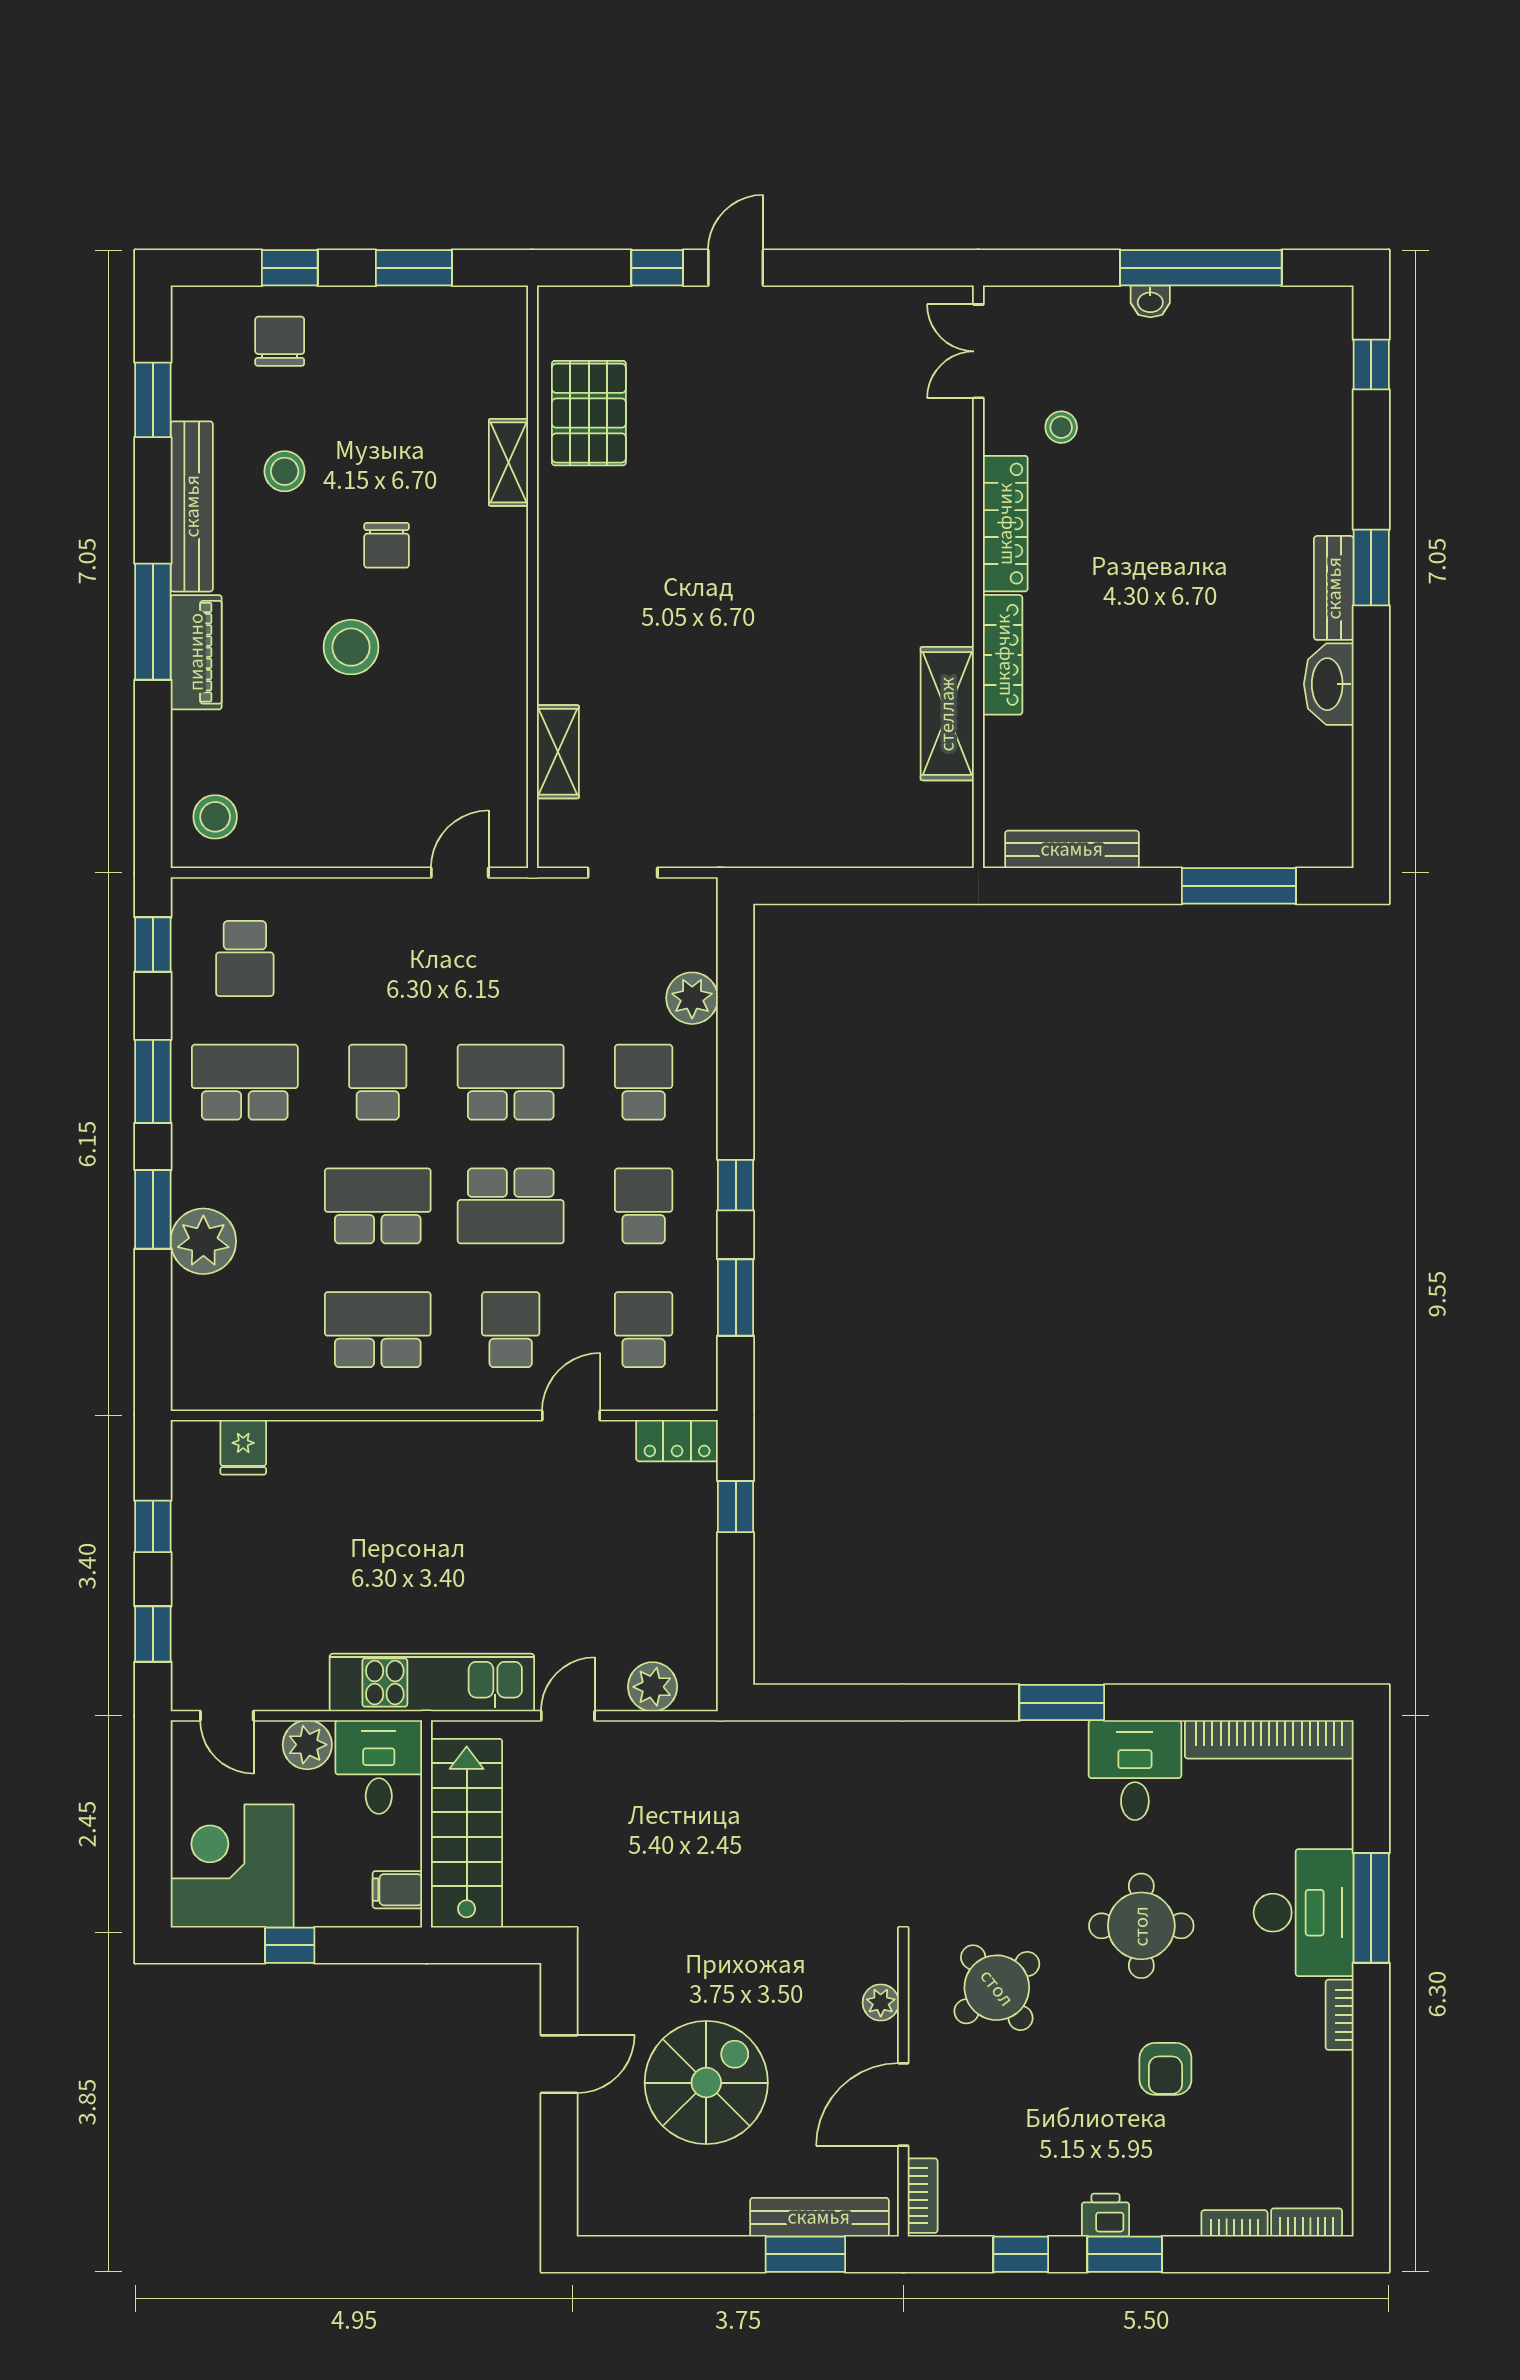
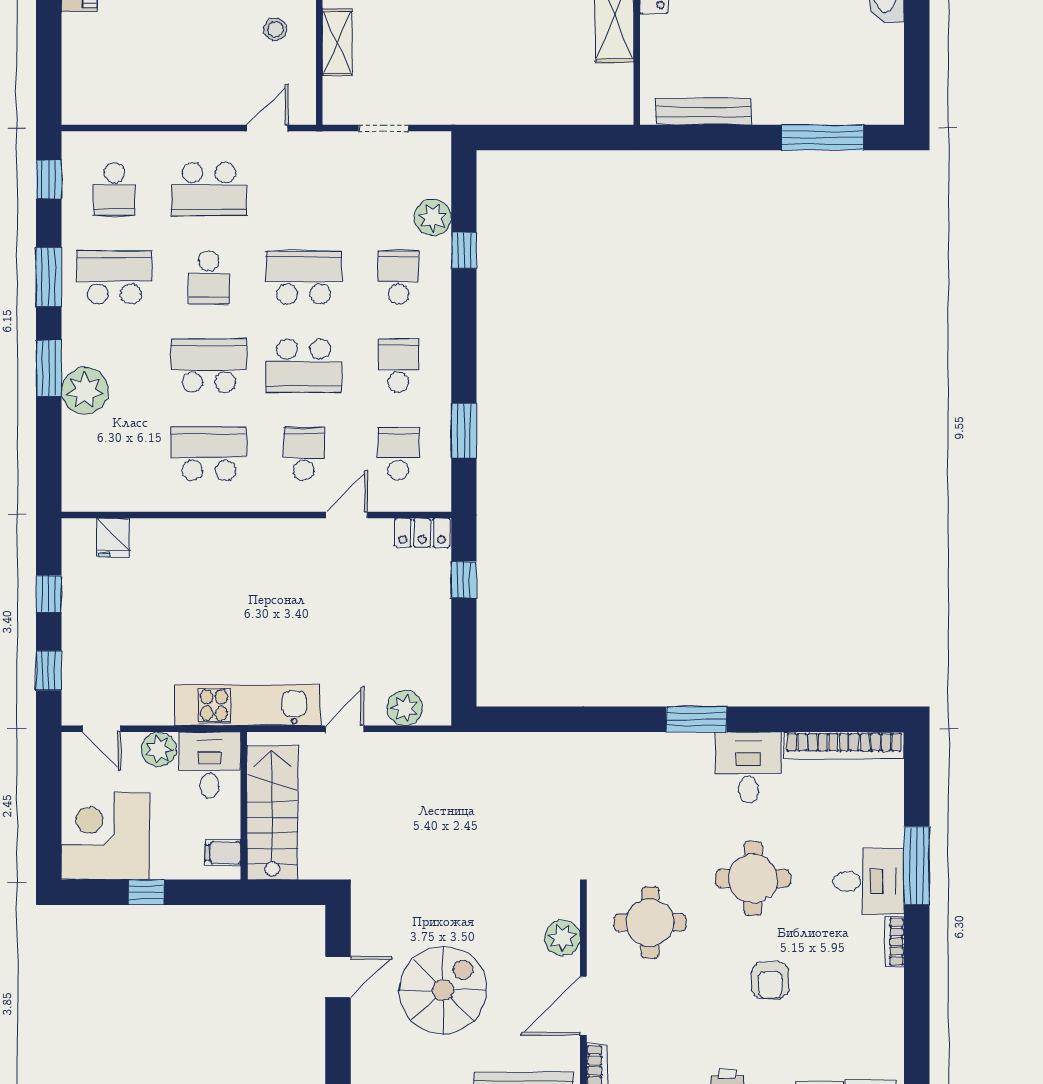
stool: (215, 817) -> (275, 29), moved, width x0.73, depth x0.73
school desk: (378, 958) -> (209, 189), added
school desk: (378, 1082) -> (209, 277), turned 180
window: (736, 1185) -> (464, 250), moved
desk: (1304, 1913) -> (869, 881), width x0.73
round table: (997, 1988) -> (650, 922), turned 38
plant: (881, 2002) -> (562, 938), width x1.38, depth x1.38

